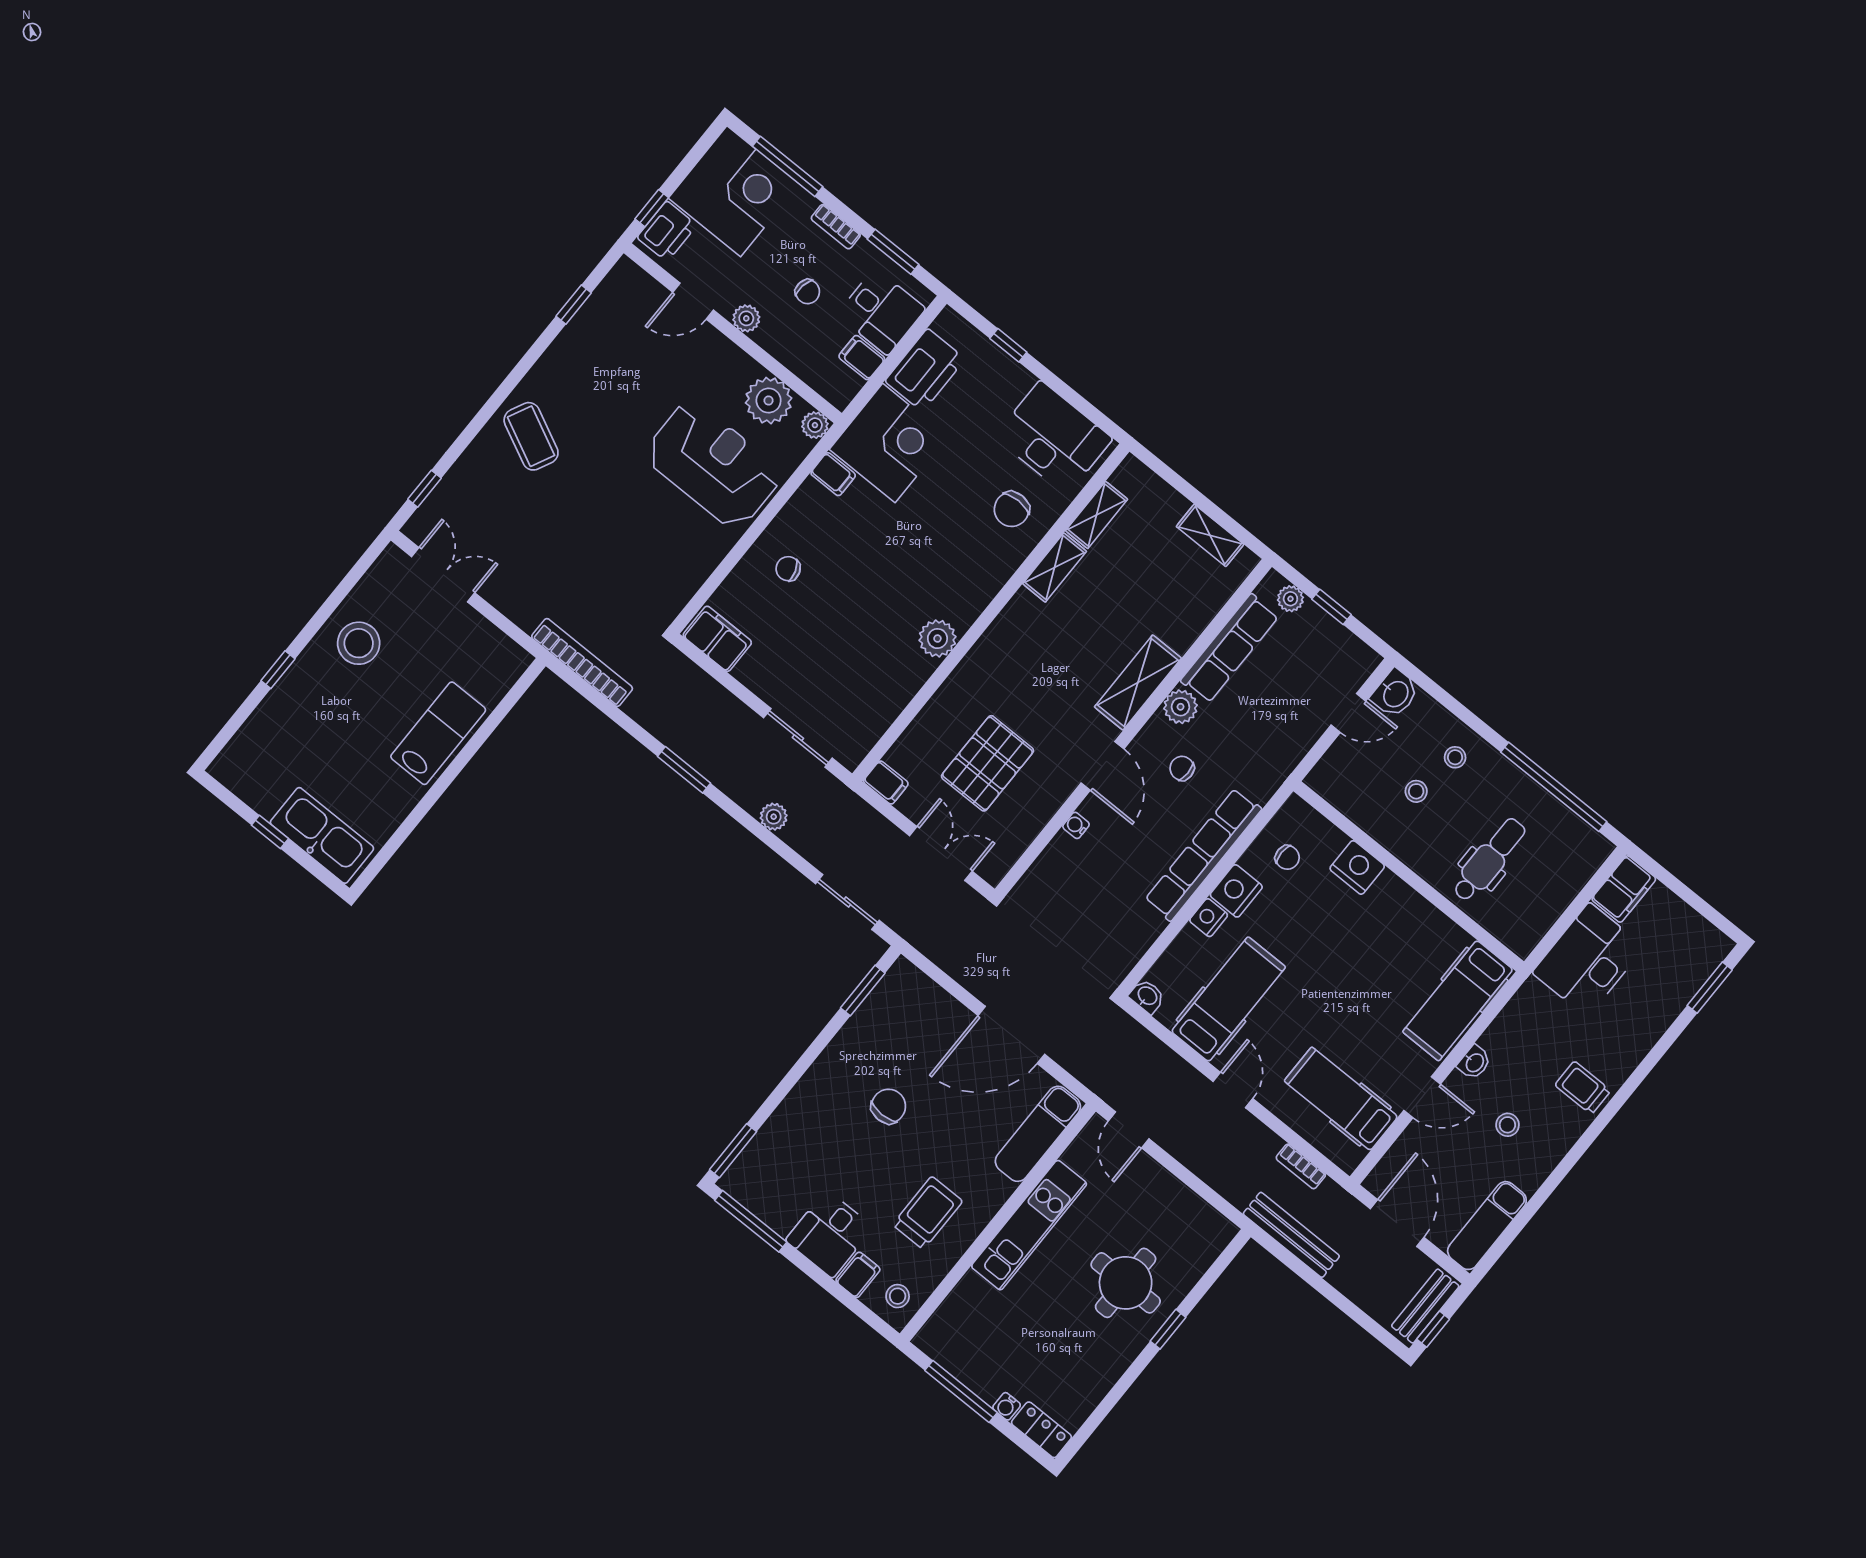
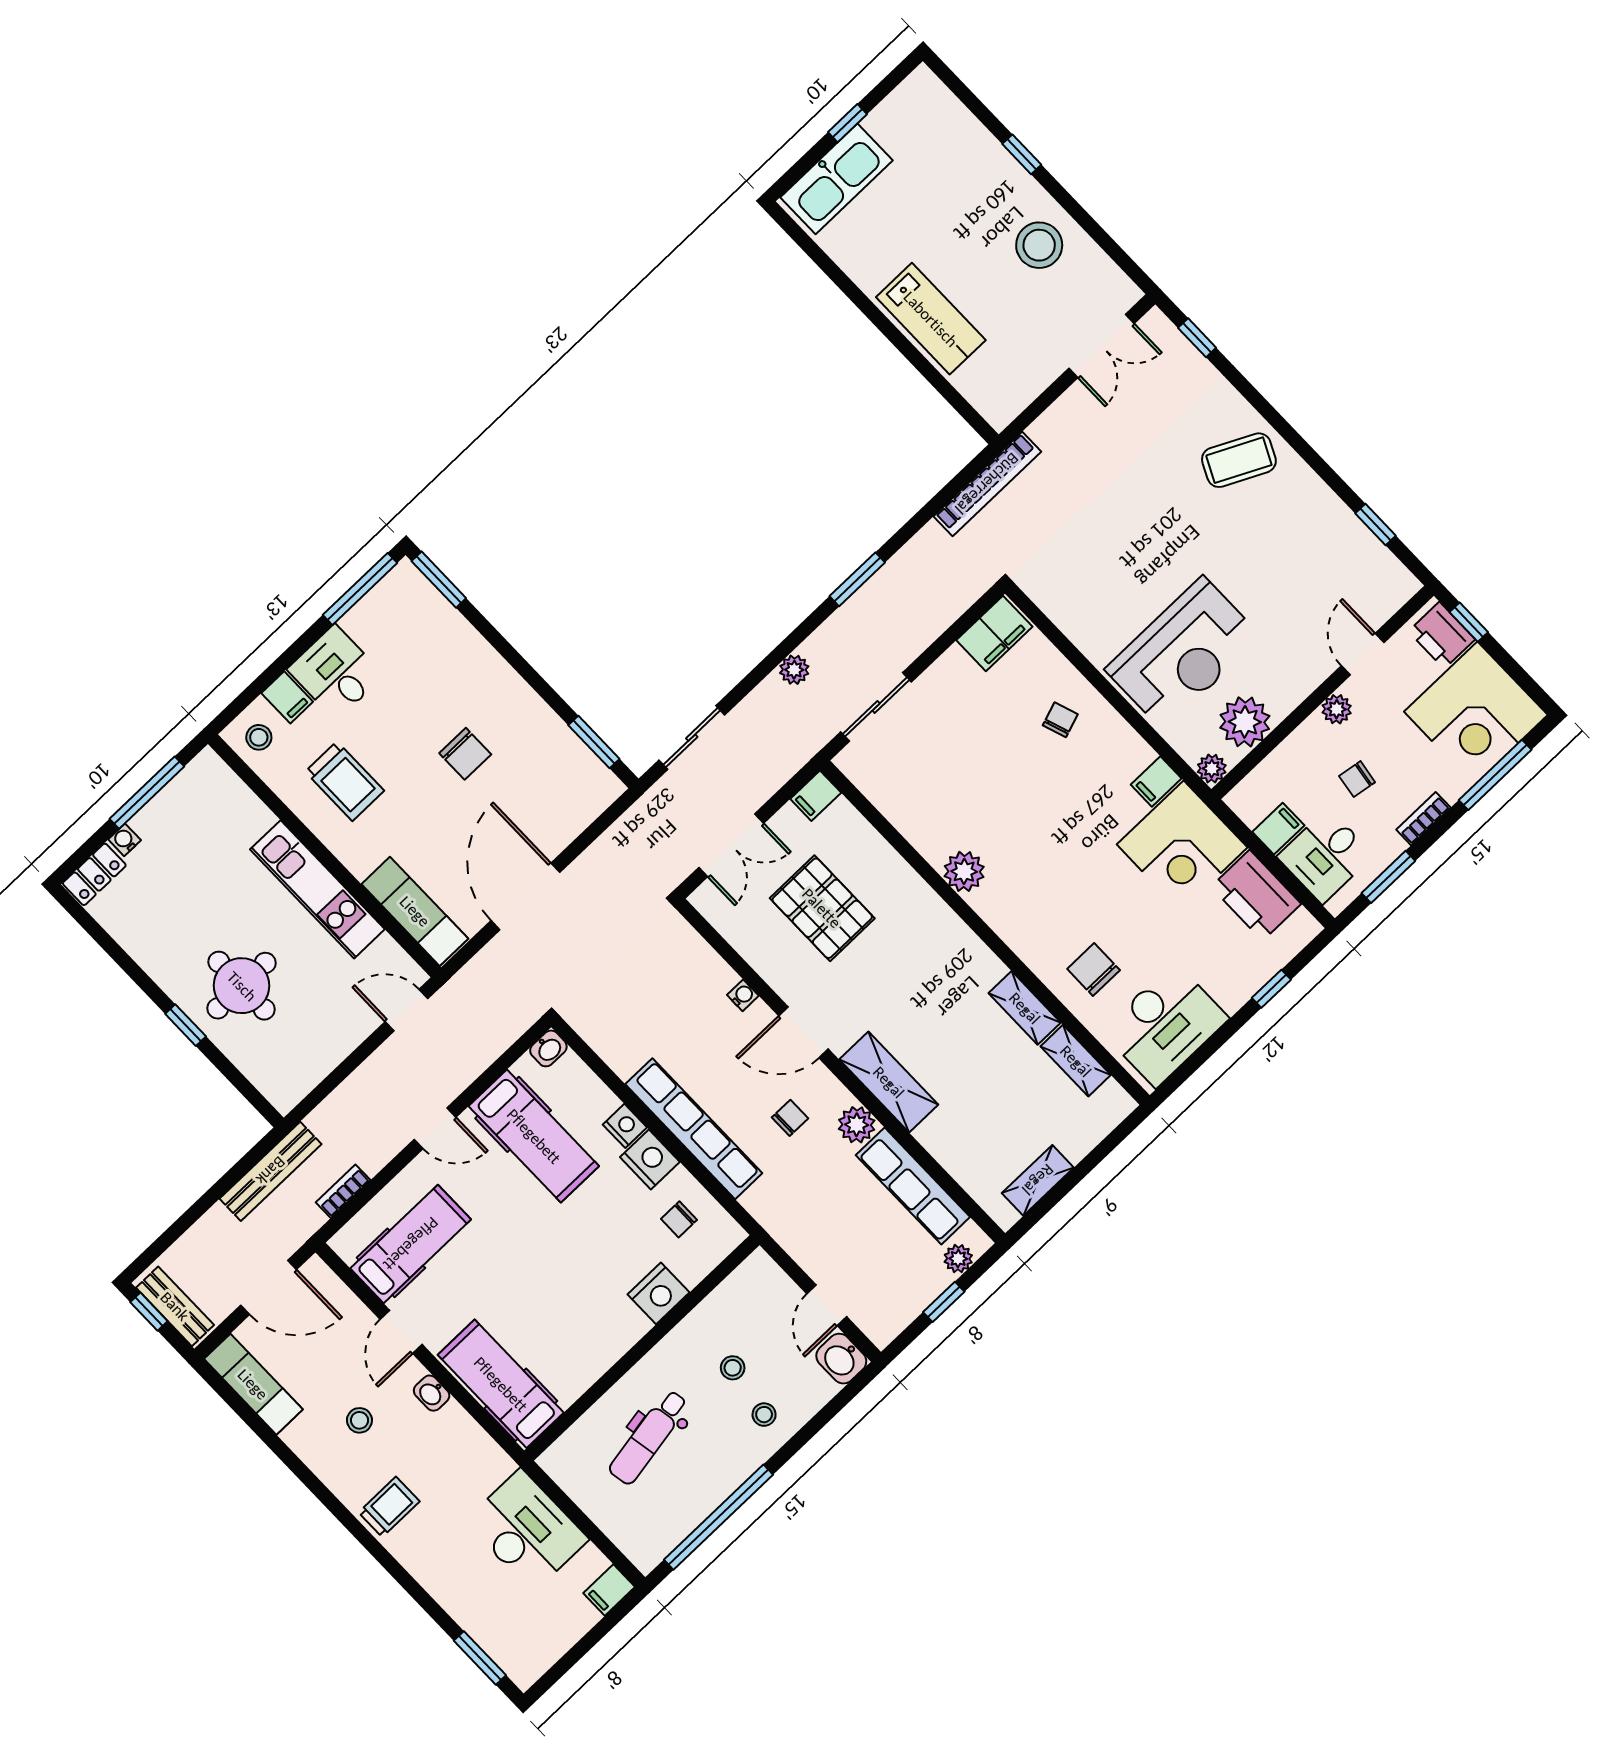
dental chair: (1489, 860) -> (649, 1437), turned 80
filing cabinet: (1624, 889) -> (609, 1590), width x0.50

